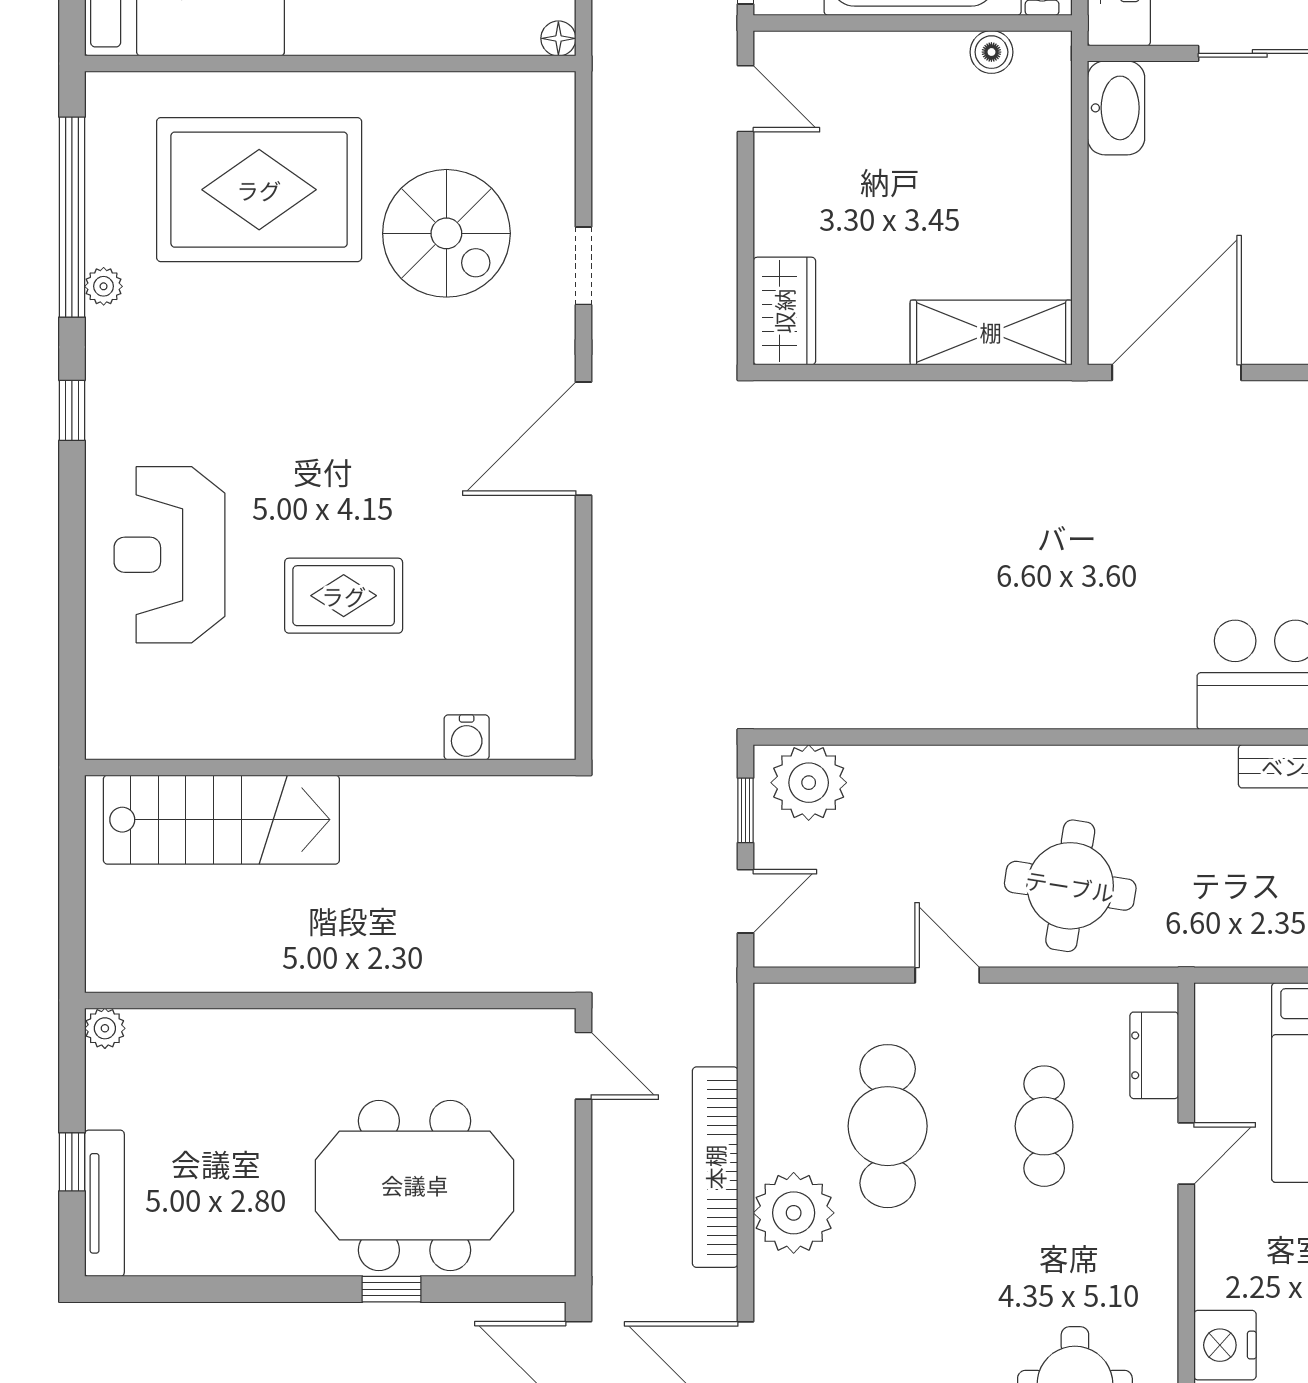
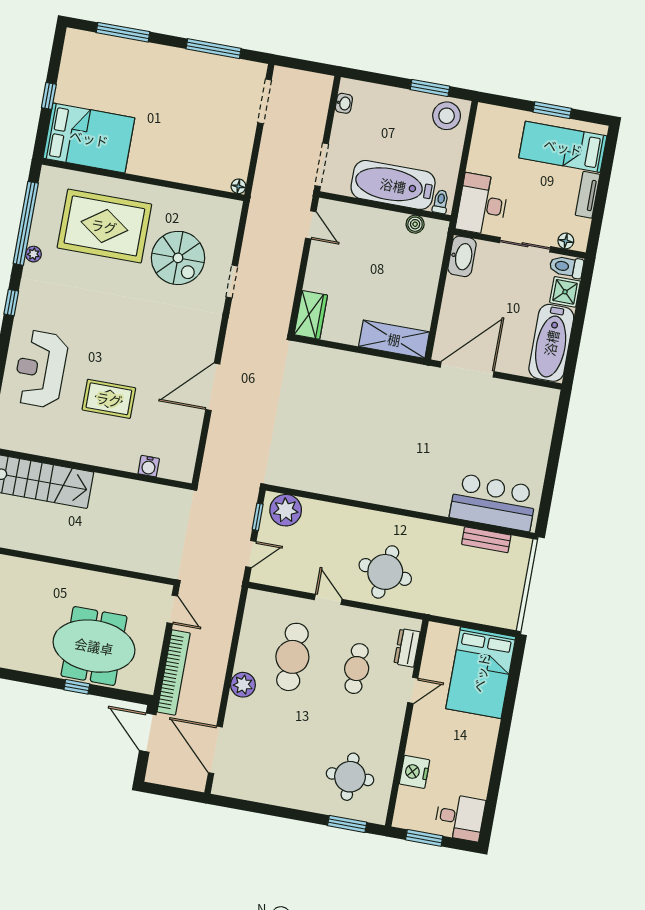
door: (583, 439) -> (213, 387), moved
bookcase: (715, 1167) -> (174, 672), moved, turned 180
plant: (794, 1213) -> (243, 685), width x0.73, depth x0.73

